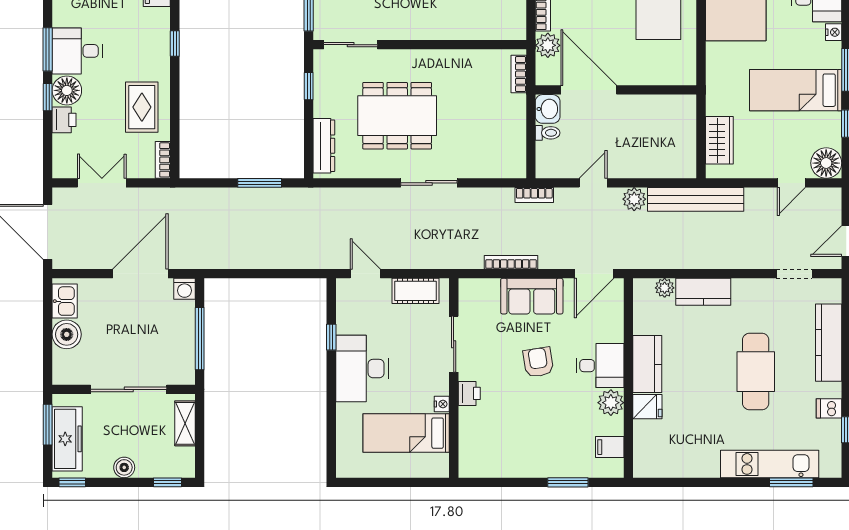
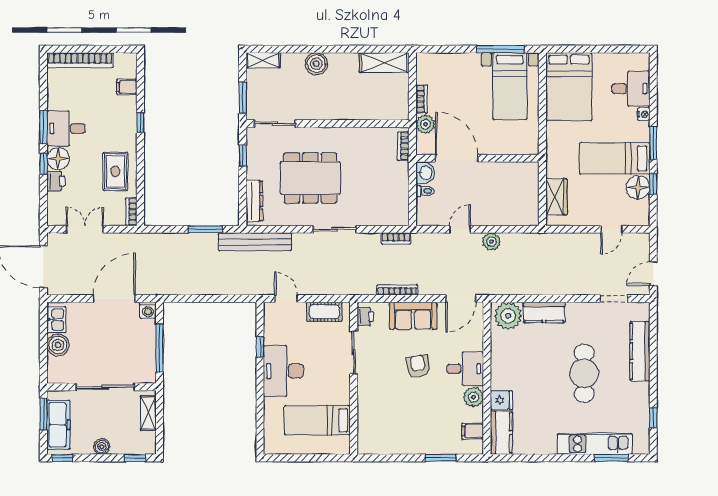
floor lamp: (826, 163) -> (638, 187), moved
bookcase: (534, 195) -> (396, 239), moved
bench: (696, 199) -> (255, 242), moved
plant: (665, 288) -> (508, 316), width x1.88, depth x1.88
kitchen counter: (647, 364) -> (501, 433), moved
printer: (469, 393) -> (365, 317), moved
nightstand: (442, 404) -> (344, 398), removed
dishwasher: (829, 408) -> (640, 402), removed

